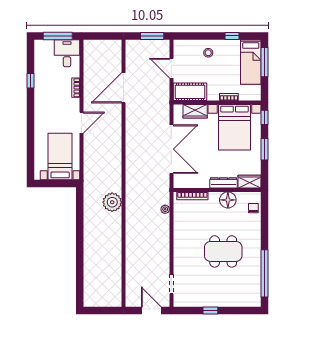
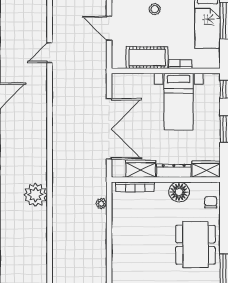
door: (124, 88) -> (50, 53), width x0.53
cot: (190, 92) -> (147, 58), moved
wardrobe: (195, 111) -> (141, 169), moved, turned 180
bed with nightstands: (234, 127) -> (179, 102), width x0.73
dining table: (223, 251) -> (196, 245), moved, turned 90

